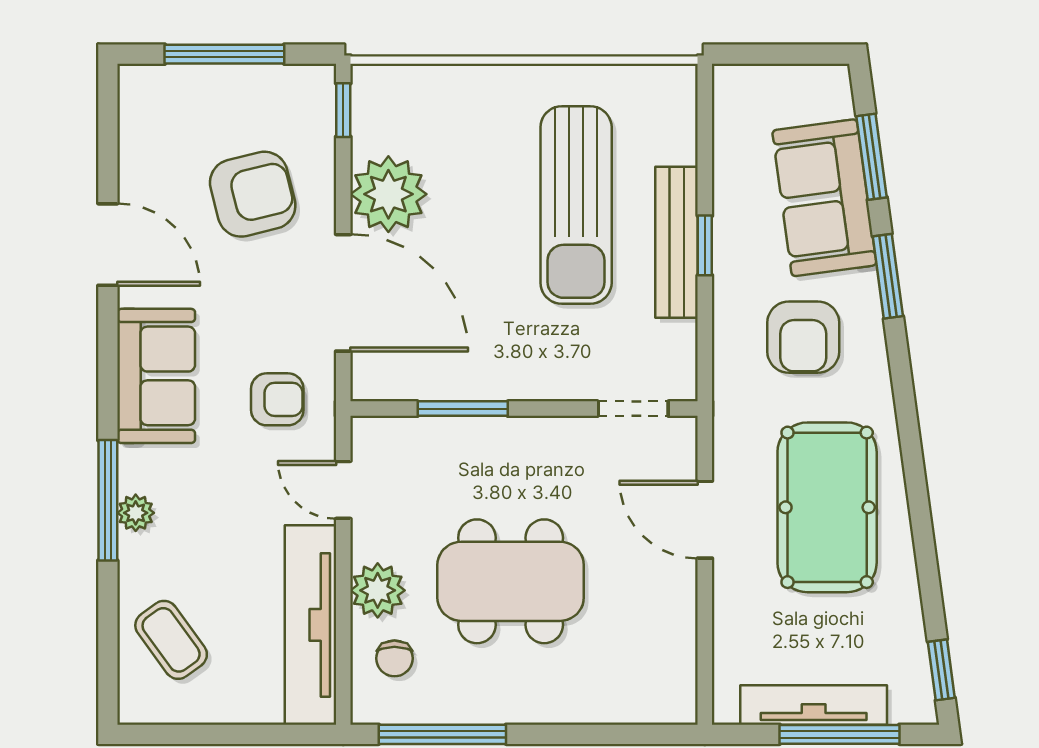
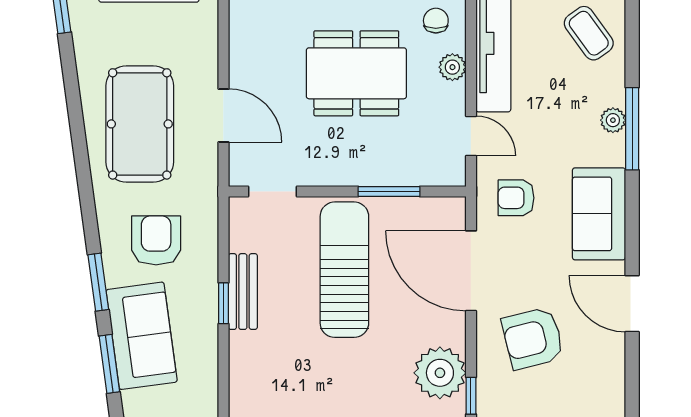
plant: (388, 194) -> (440, 373), moved
sun lounger: (576, 205) -> (344, 270), moved
bench: (676, 242) -> (243, 292), width x0.73
plant: (378, 590) -> (452, 67), width x0.73, depth x0.73

